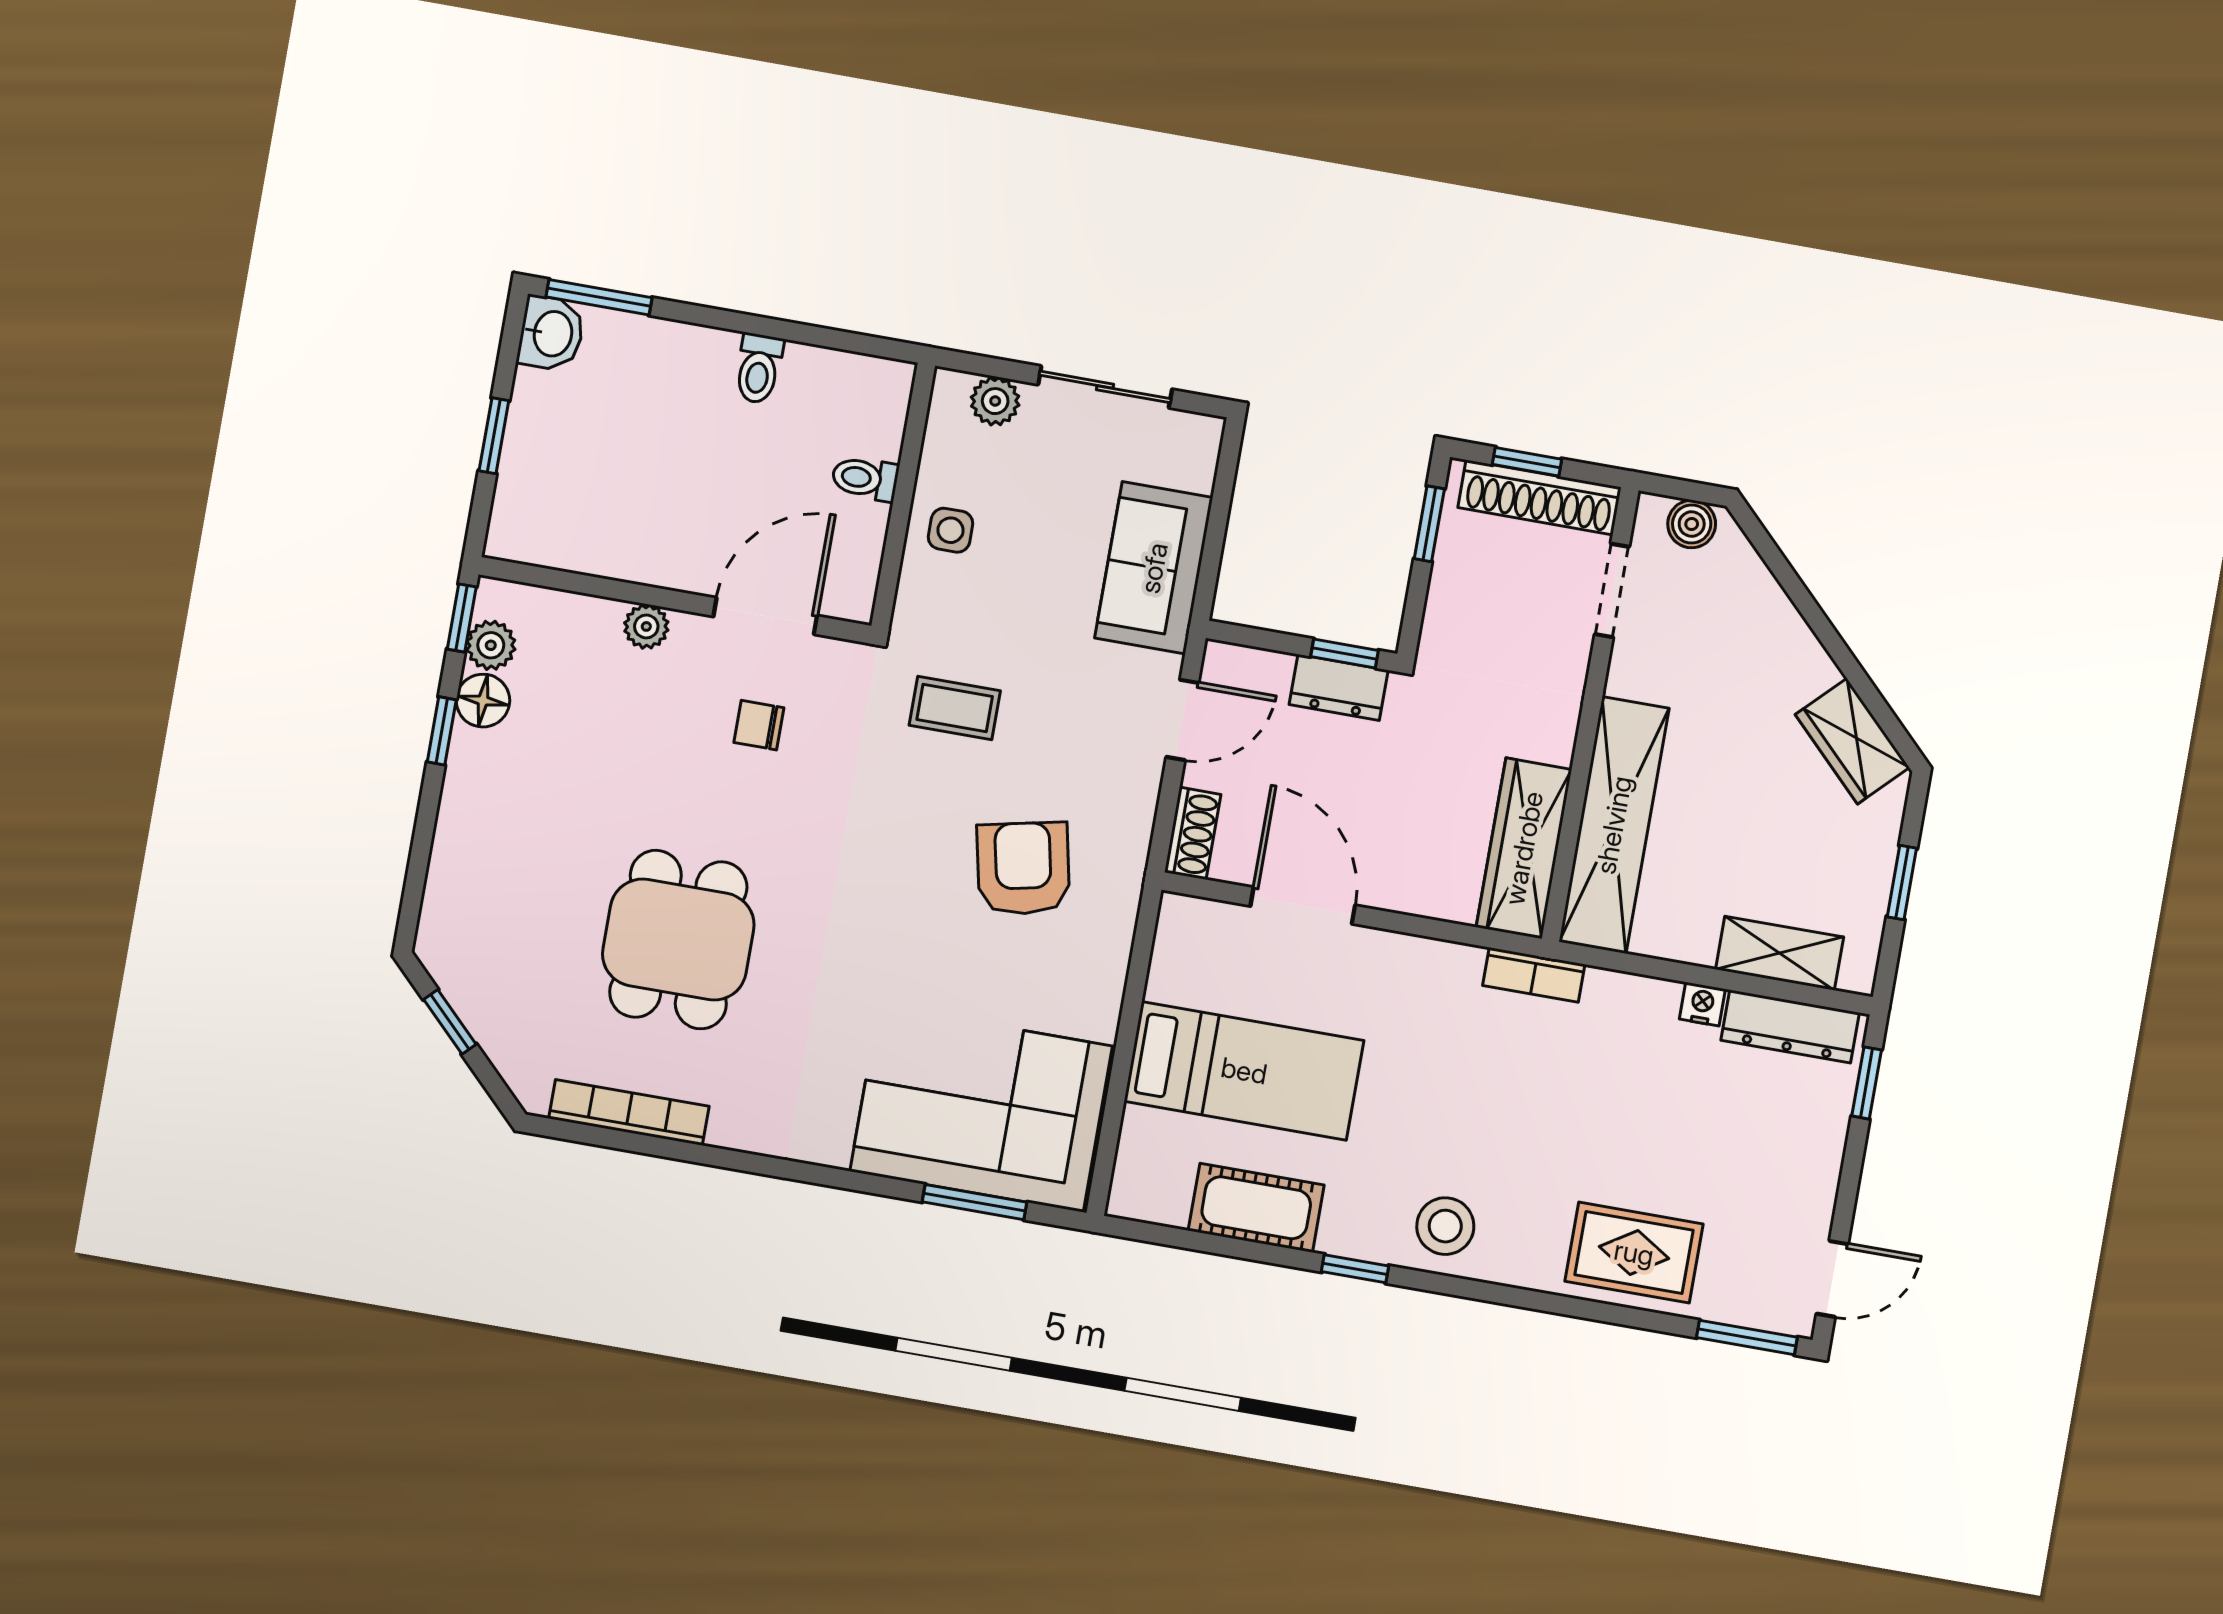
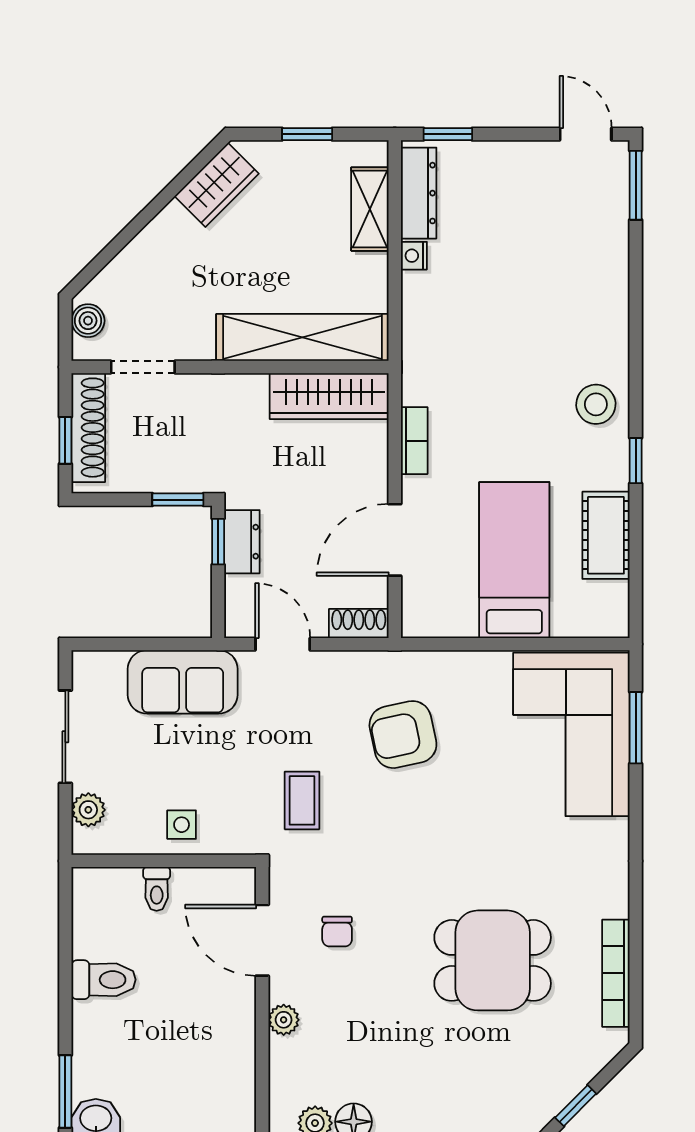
toilet: (759, 368) -> (104, 980), width x1.37, depth x1.39
window: (1429, 524) -> (178, 500), moved
bookcase: (1534, 975) -> (414, 441), moved
rug: (1634, 1253) -> (591, 272), removed

